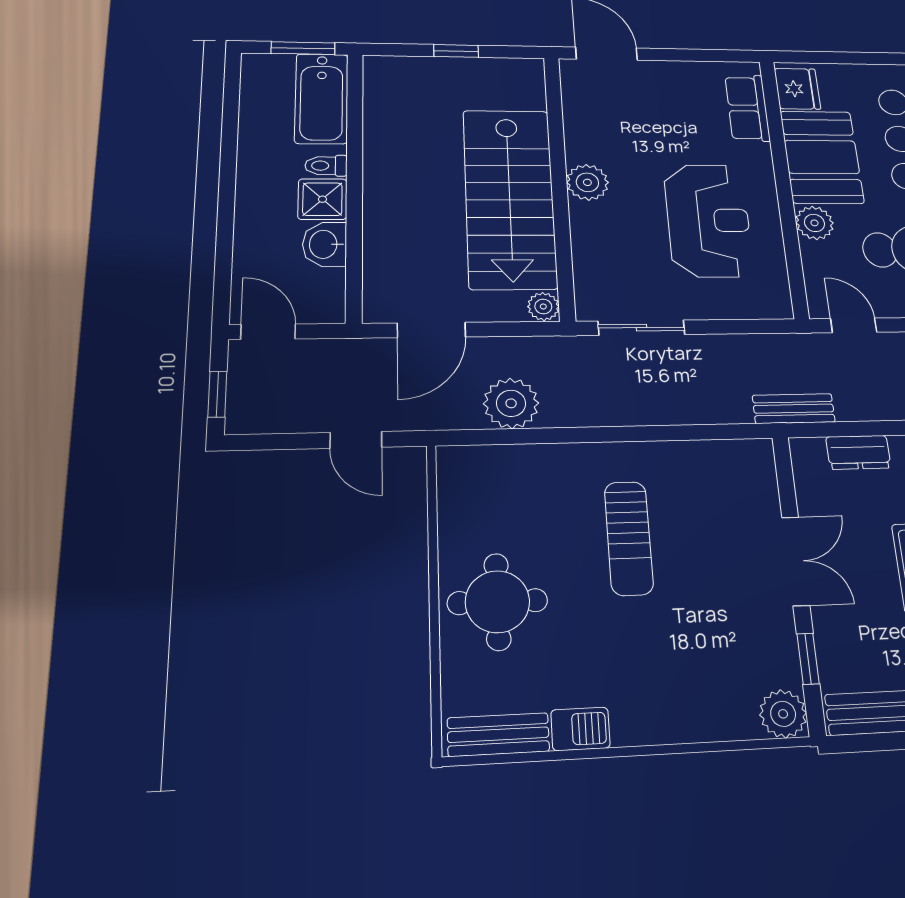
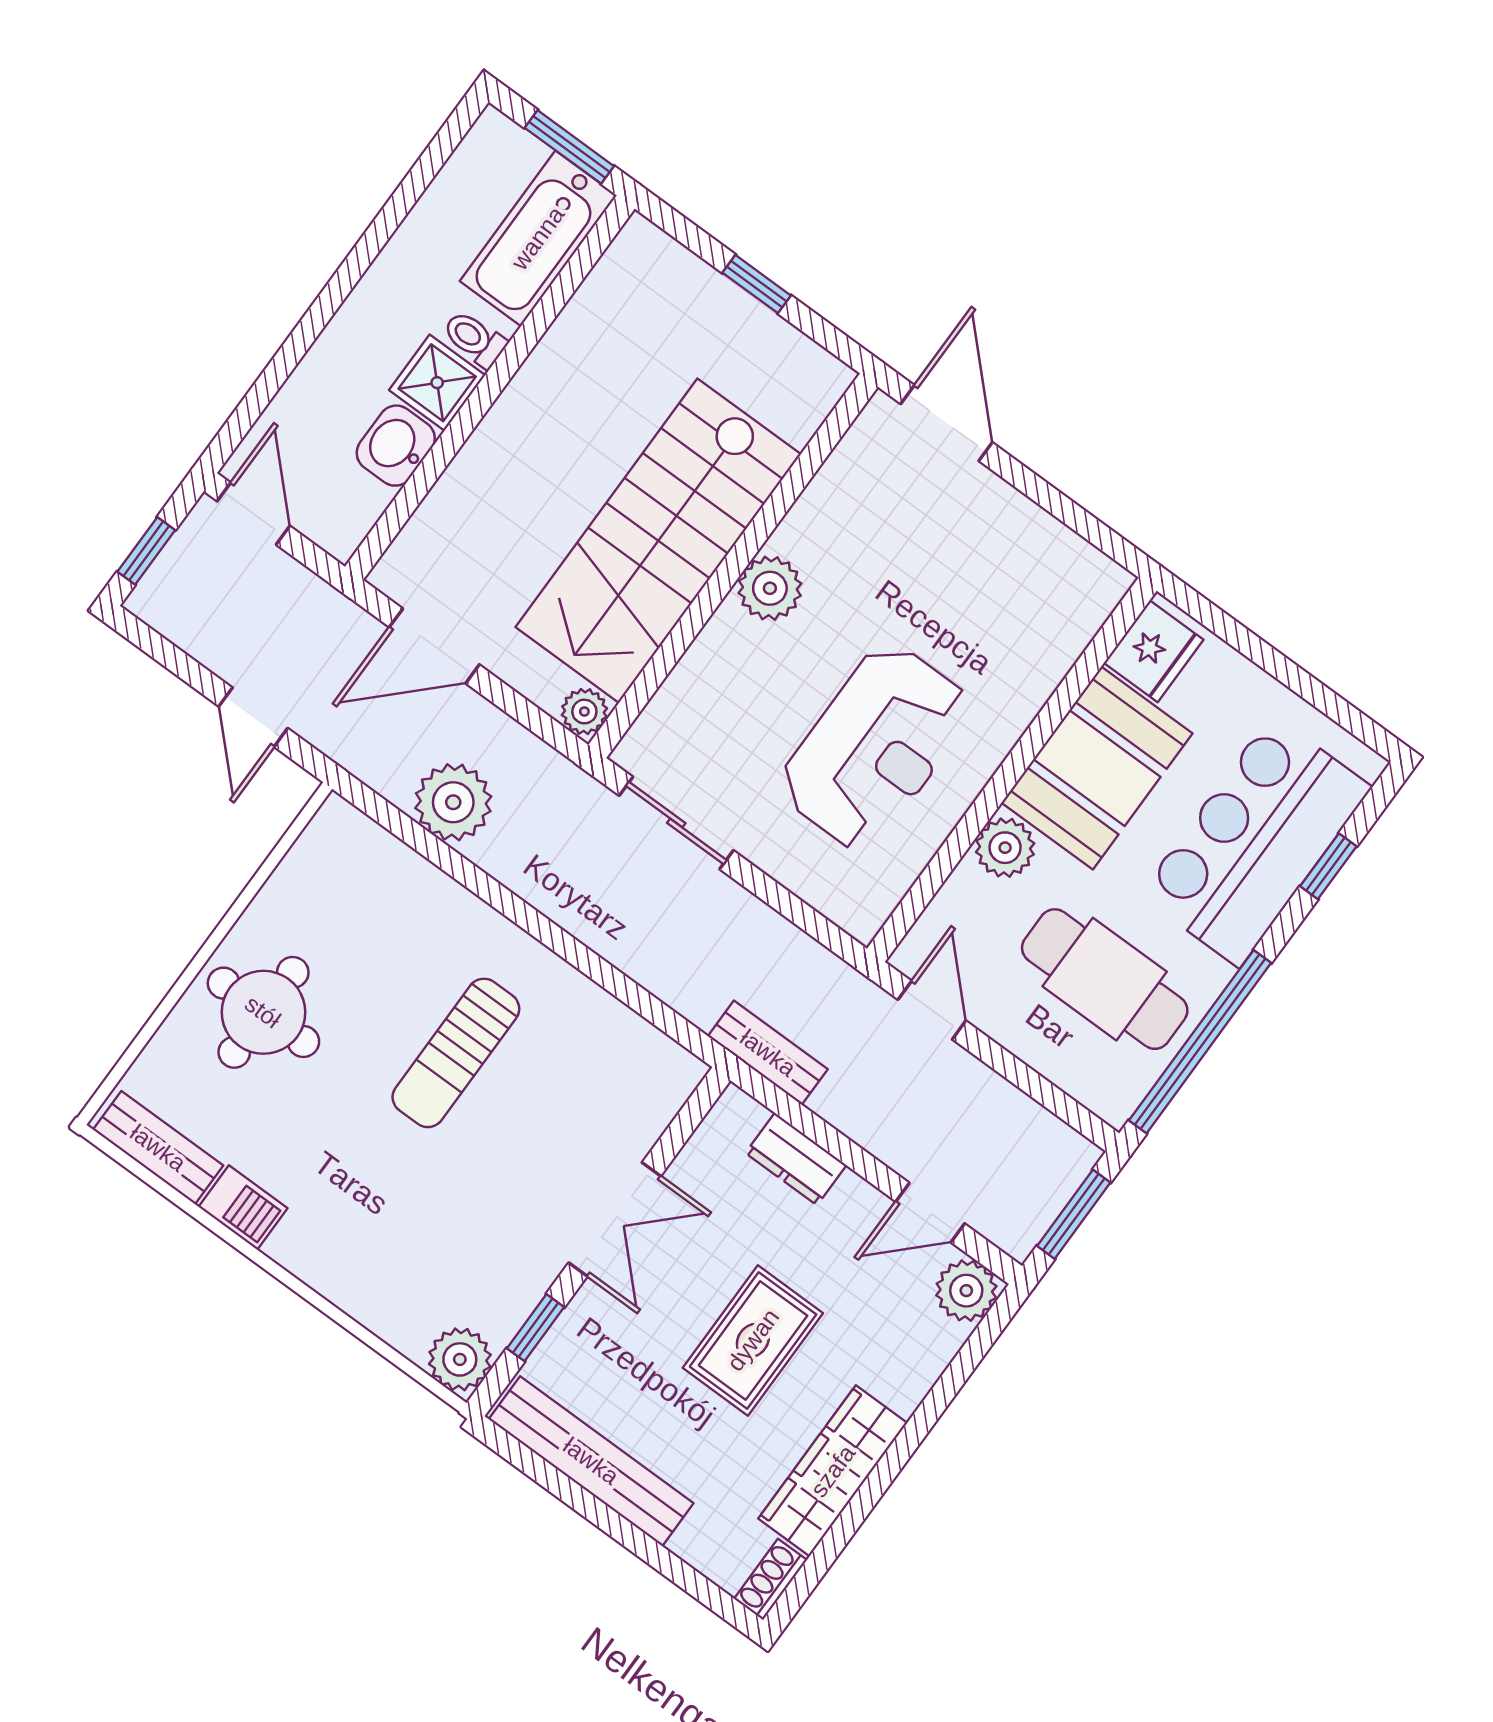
row of seats: (748, 108) -> (1062, 632), removed

